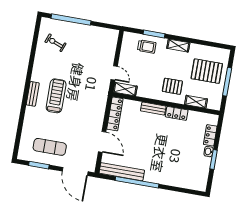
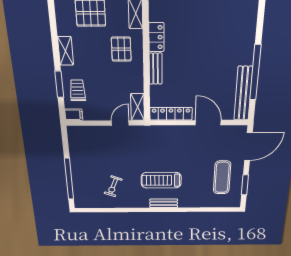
filing cabinet: (128, 38) -> (74, 115), added
exercise bike: (55, 43) -> (113, 186), moved
door: (102, 142) -> (208, 123), hinge flipped

